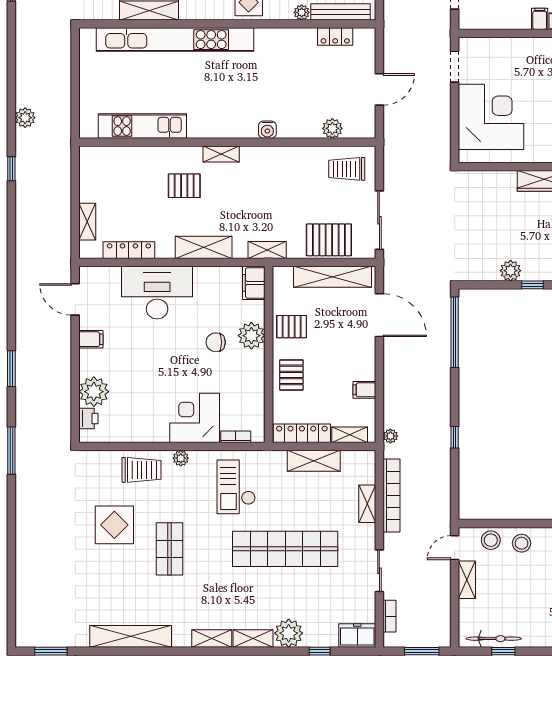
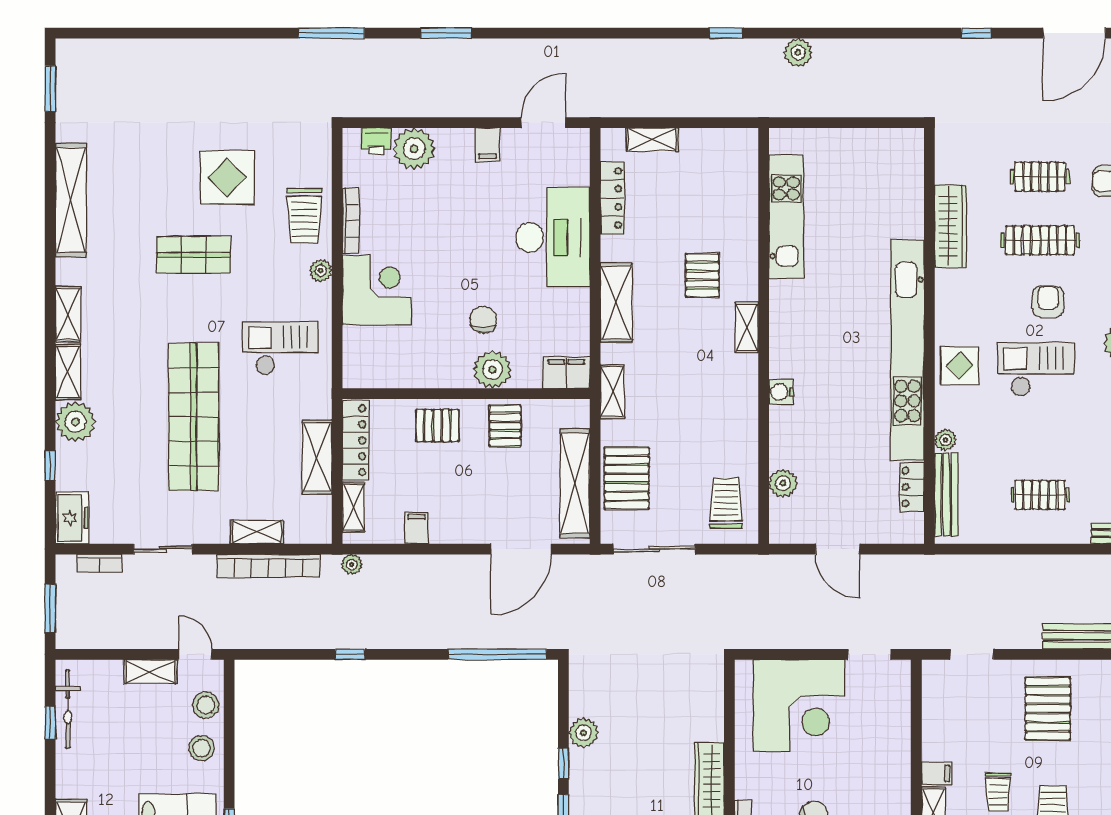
kitchen unit: (175, 40) -> (907, 350), moved
bookcase: (236, 437) -> (351, 221), moved, width x1.56

